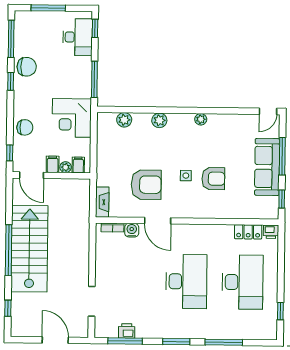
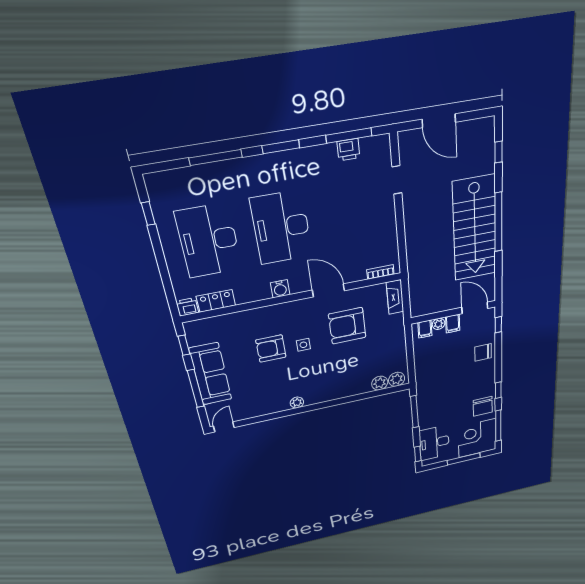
chair: (27, 67) -> (483, 406), turned -90
corner desk: (72, 118) -> (477, 438), moved, turned -90
plant: (159, 120) -> (397, 379), moved
water cooler: (132, 230) -> (280, 289), moved
doorway: (92, 301) -> (397, 180), width x0.73

